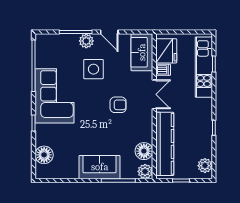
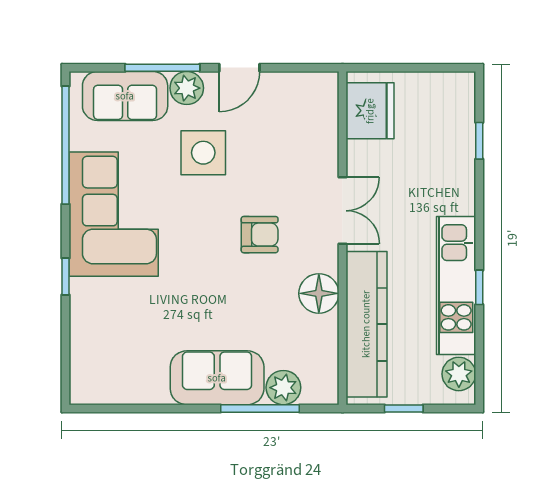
door: (109, 32) -> (239, 68), hinge flipped
sofa: (142, 52) -> (125, 96), moved, turned -90
kitchen unit: (204, 67) -> (456, 286), moved
dishwasher: (163, 70) -> (363, 154), removed
floor lamp: (144, 151) -> (319, 293), moved
floor lamp: (44, 155) -> (90, 349), removed
plant: (145, 171) -> (283, 388), moved

